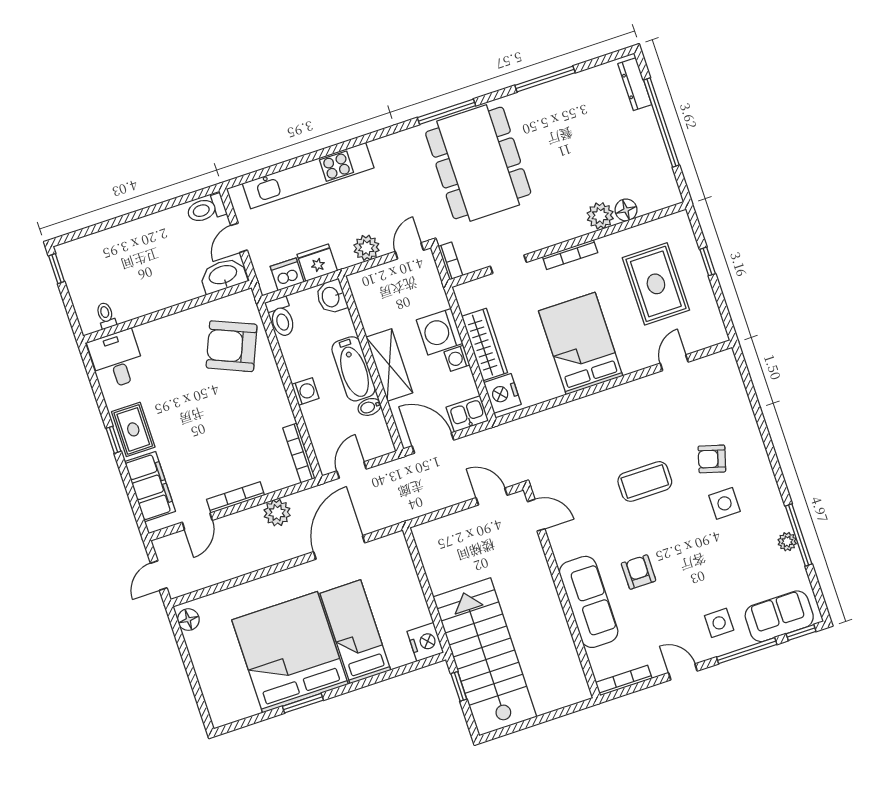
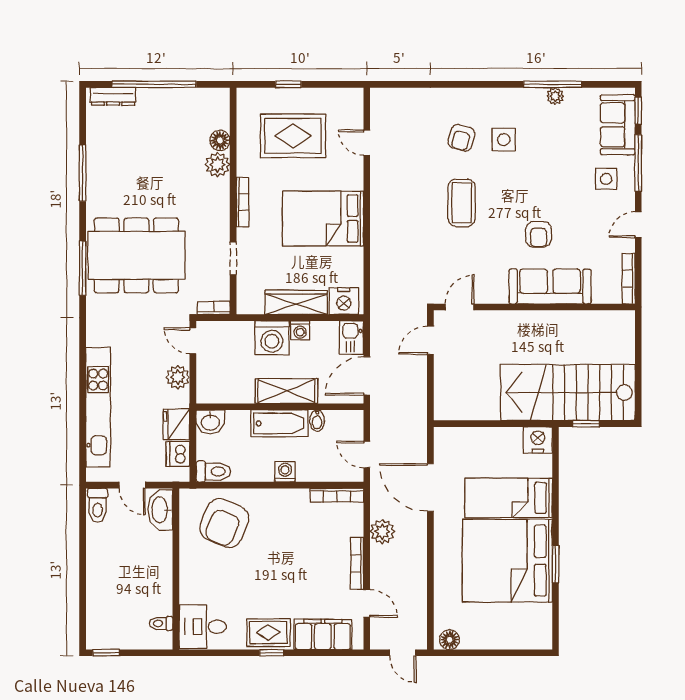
armchair: (639, 572) -> (539, 234), turned -90

